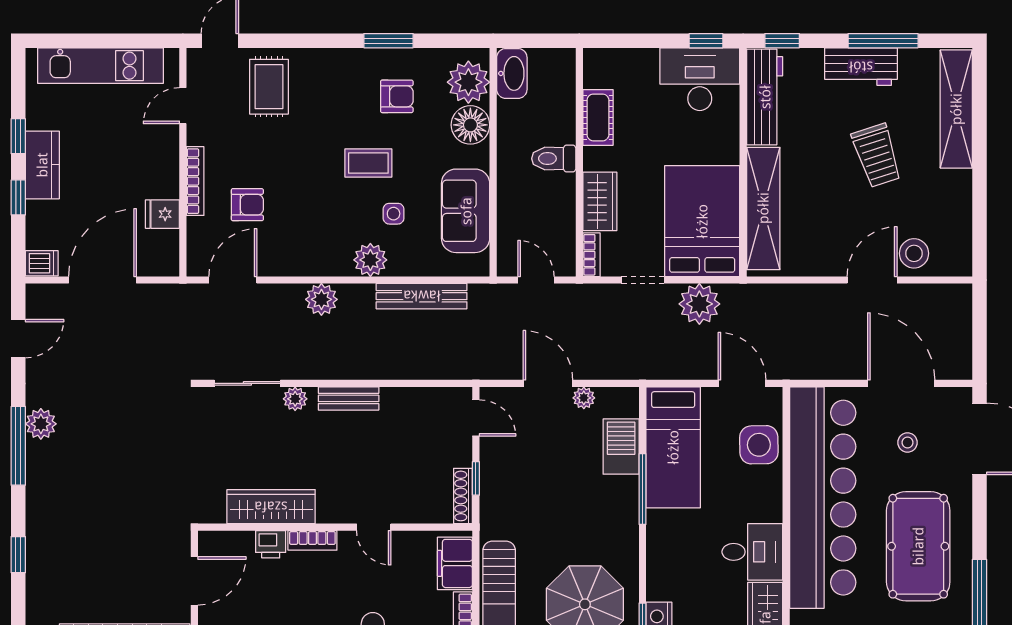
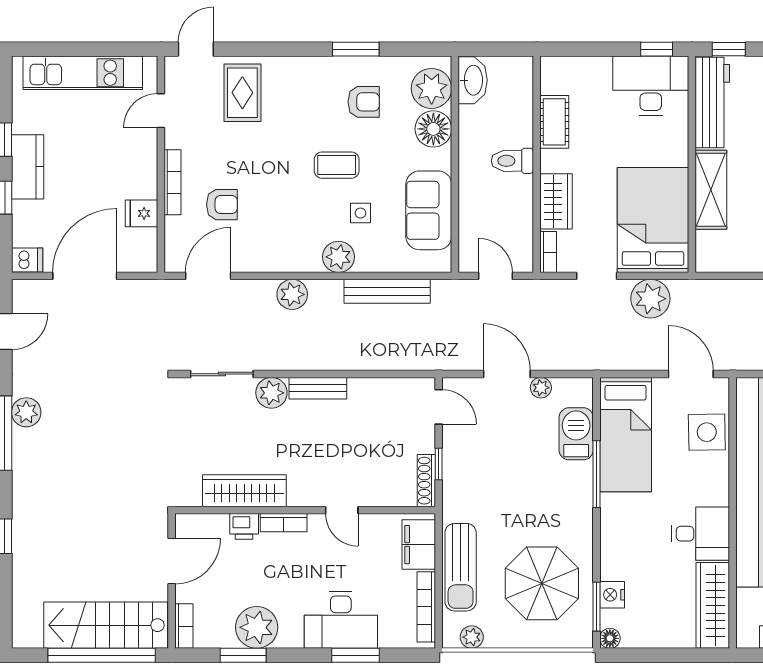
shelving: (763, 208) -> (711, 190), width x0.68
plant: (295, 399) -> (271, 393), width x1.38, depth x1.38

